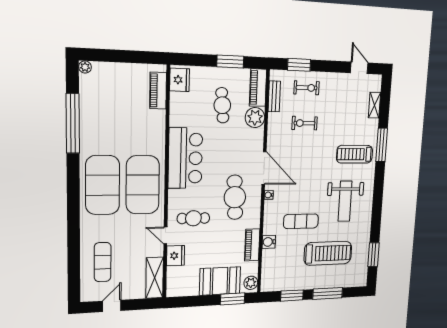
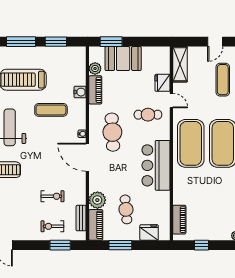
window: (130, 57) -> (201, 245), added
fridge: (180, 80) -> (149, 232), moved, turned 90
plant: (251, 283) -> (95, 68), moved

